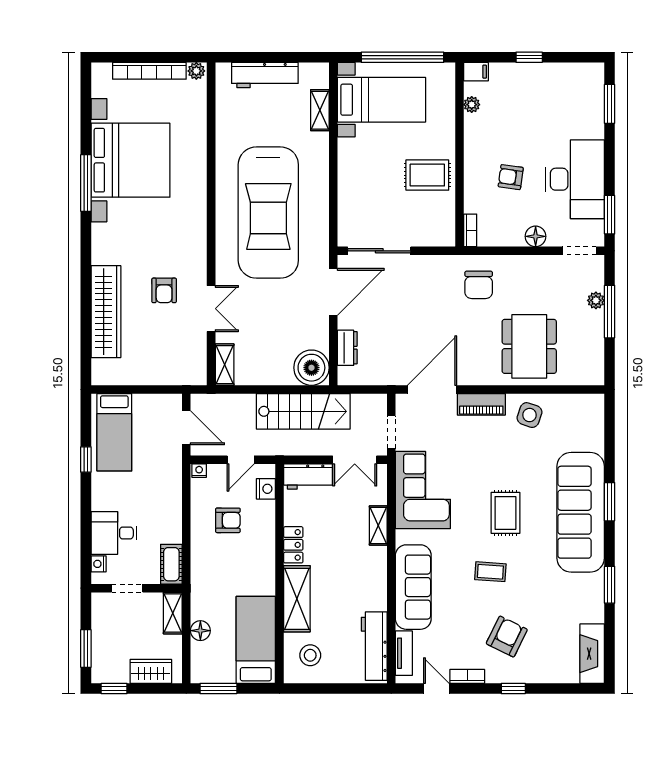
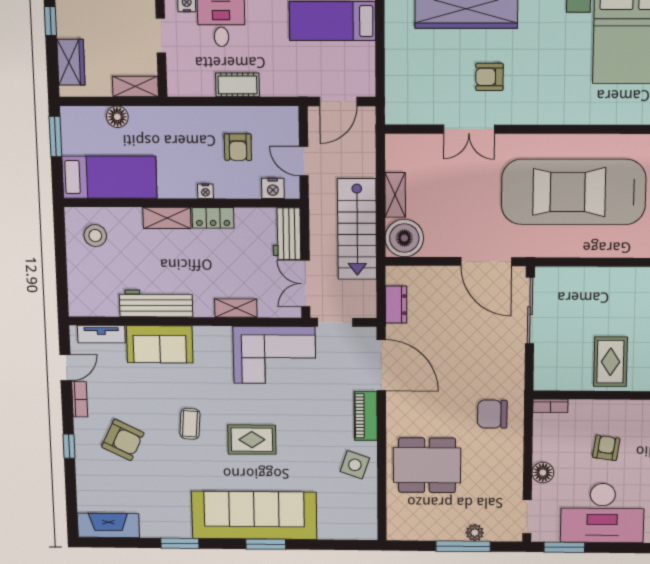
dresser: (347, 348) -> (396, 305), moved, turned -90
shelving: (225, 365) -> (395, 195), moved, turned 90
nightstand: (199, 471) -> (205, 191), moved, turned 90
cot: (171, 564) -> (238, 85), moved
sofa: (413, 587) -> (160, 344), width x0.73
shelving: (297, 599) -> (167, 218), width x0.67, depth x0.75
workbench: (374, 646) -> (156, 303), moved

